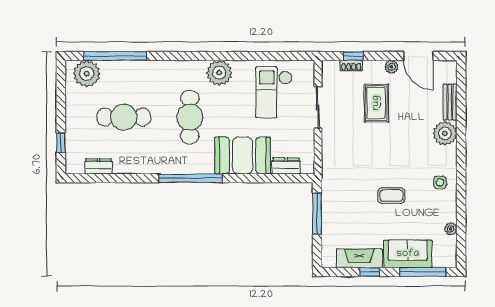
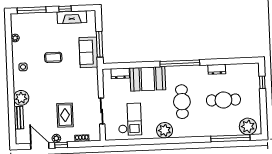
window: (353, 56) -> (61, 145), moved
dresser: (99, 166) -> (217, 69), moved
sofa: (408, 254) -> (88, 52), moved, turned 90

